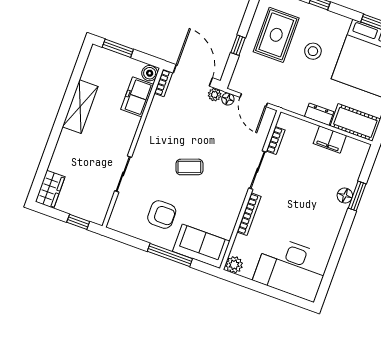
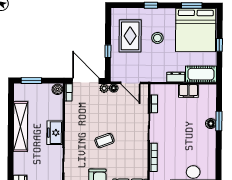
freezer: (137, 97) -> (55, 133), moved
shelving: (80, 107) -> (20, 127), width x1.47

